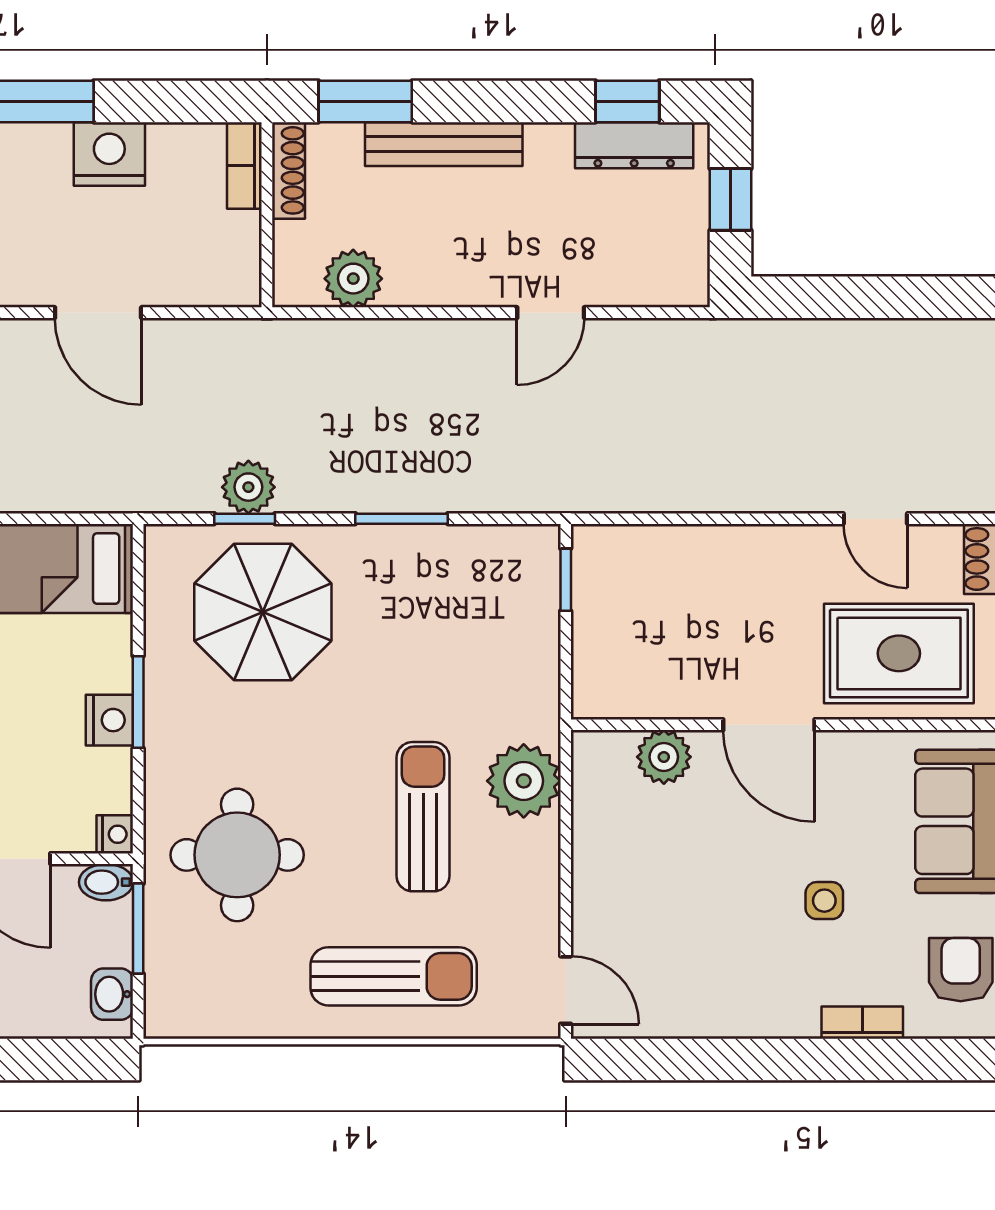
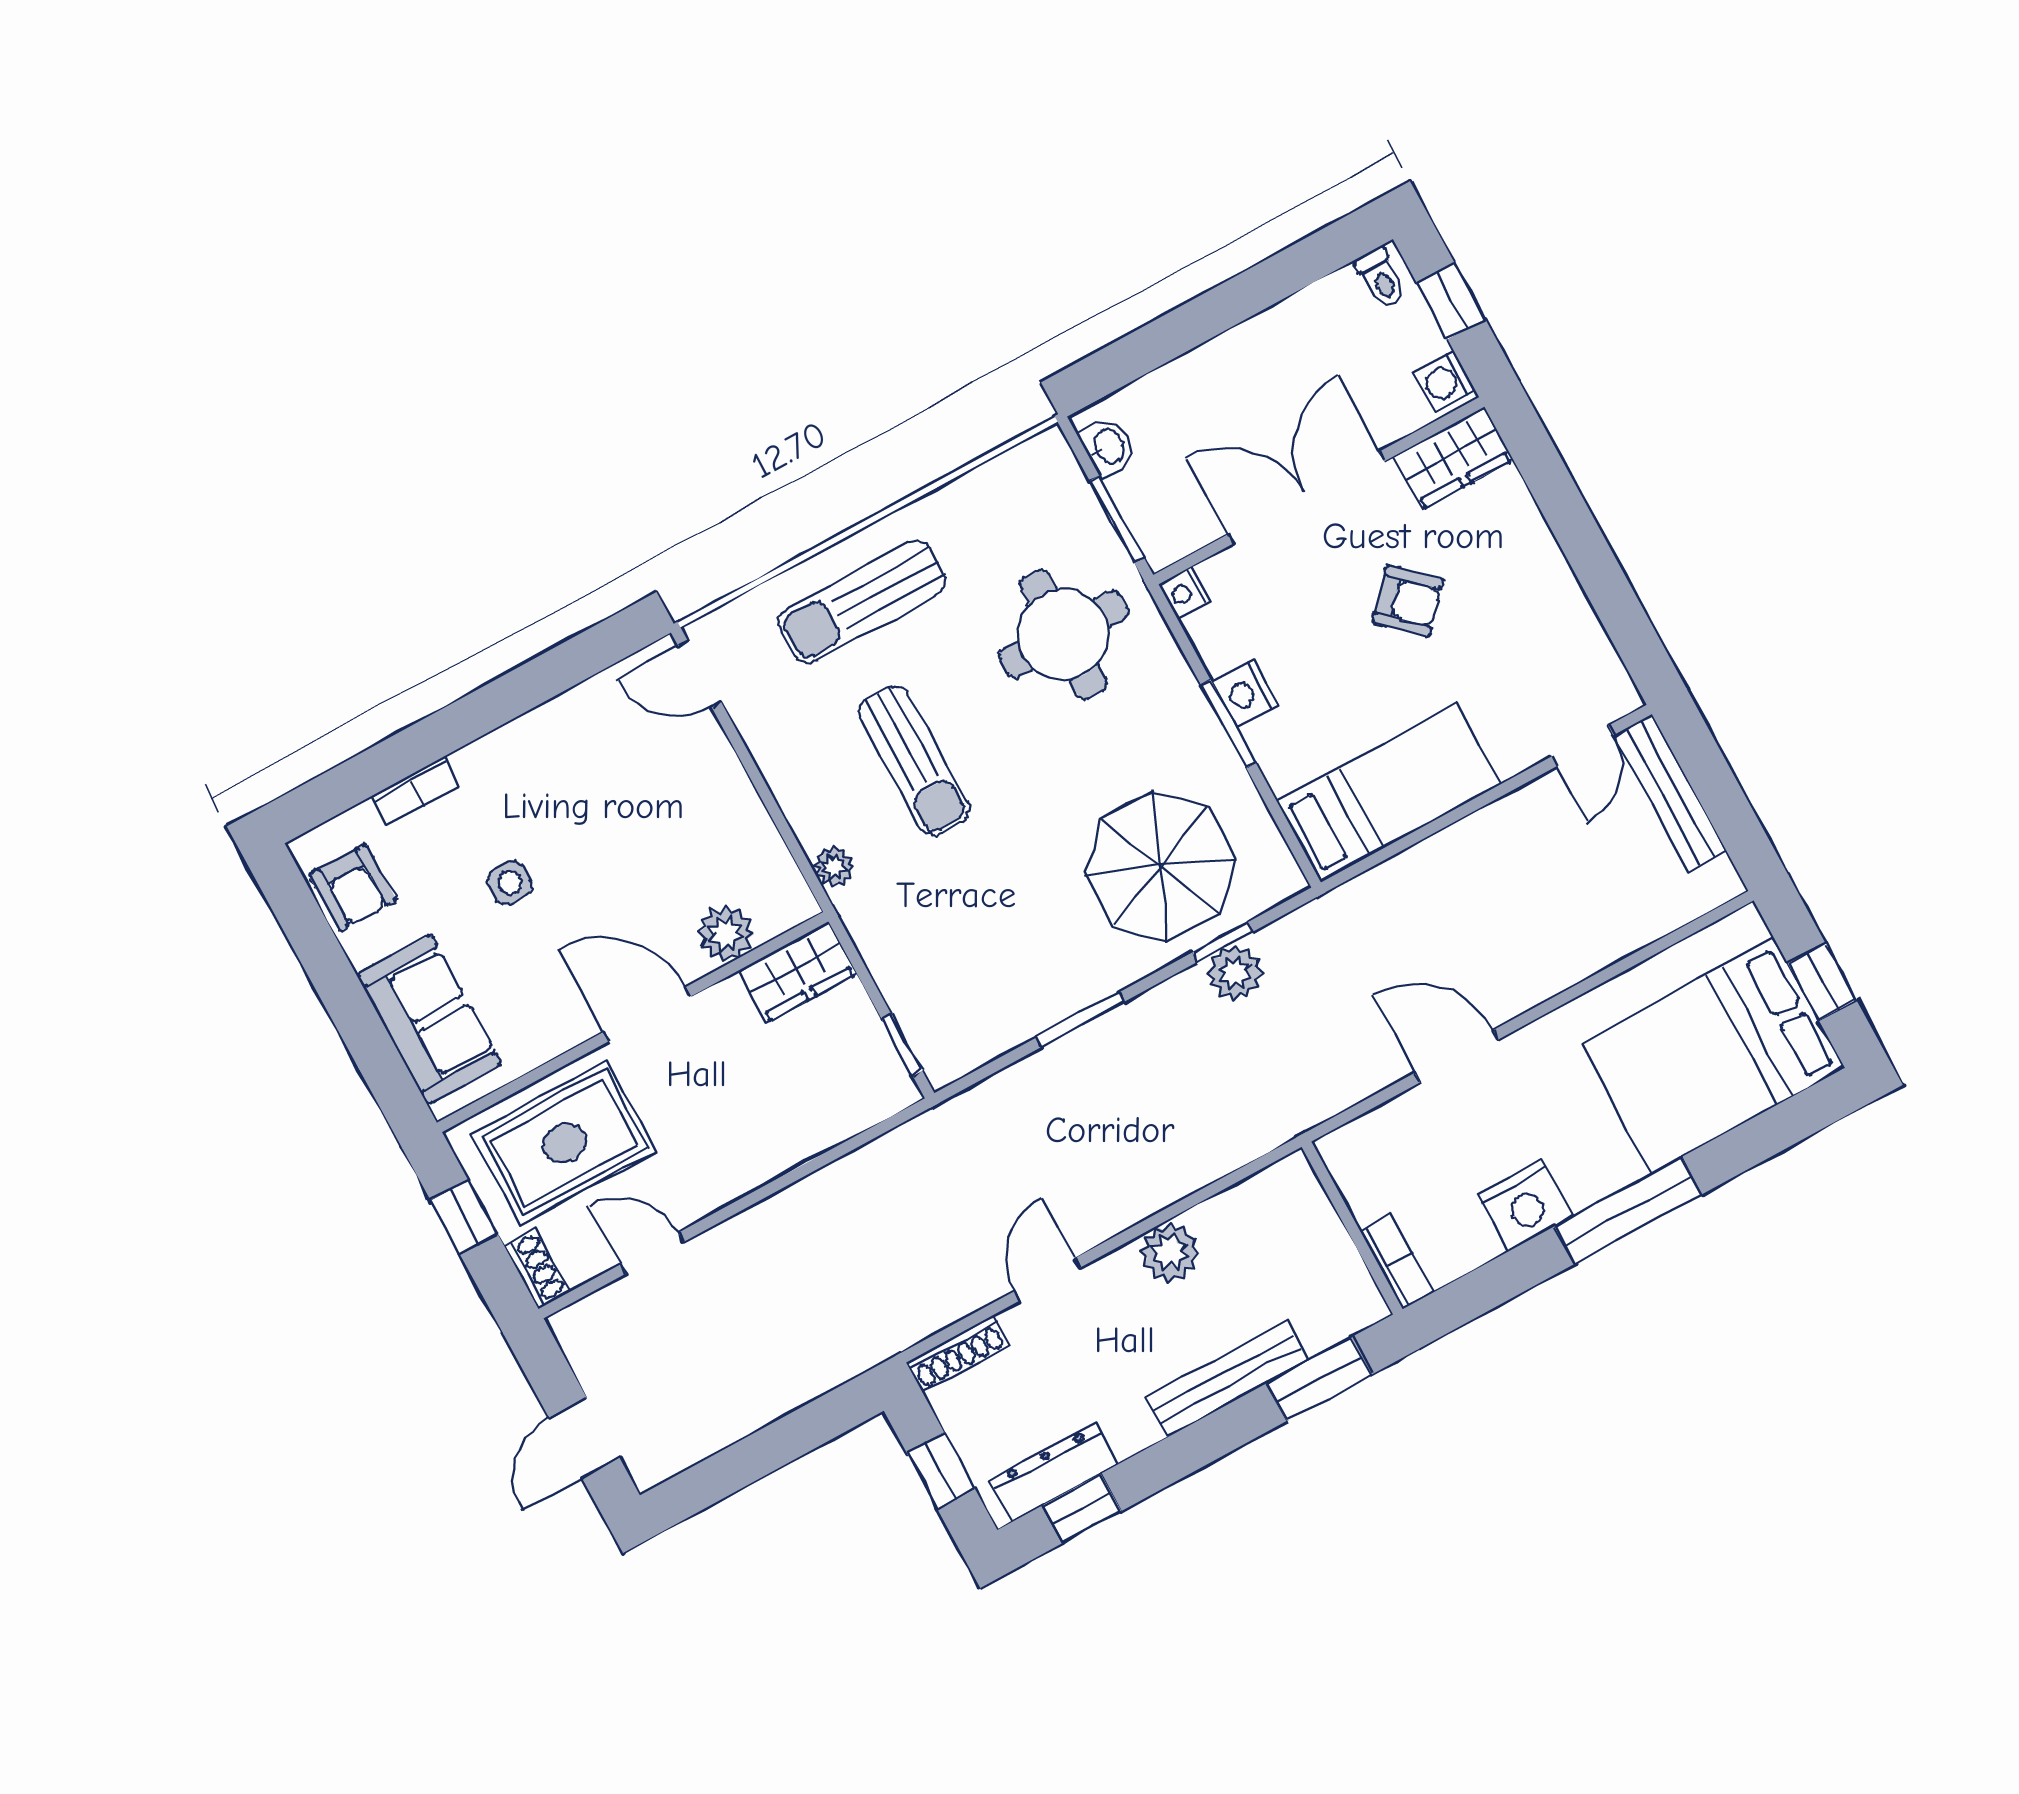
shoe rack: (288, 170) -> (958, 1354), moved, turned -90
plant: (353, 279) -> (1170, 1253), moved
wardrobe: (621, 691) -> (798, 972), added
plant: (524, 781) -> (834, 867), width x0.53, depth x0.53
bidet: (106, 882) -> (1169, 545), removed

